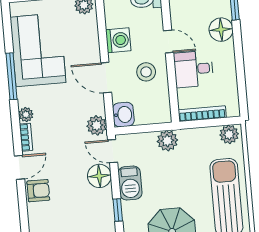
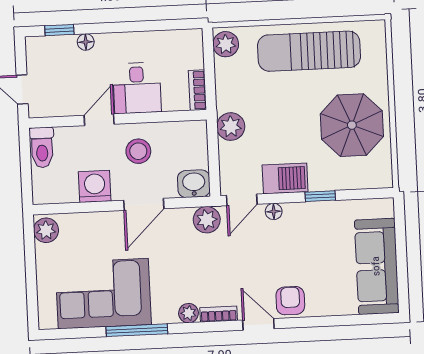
floor lamp: (221, 30) -> (86, 42), width x0.53, depth x0.53
bookcase: (202, 114) -> (197, 90), width x0.64
floor lamp: (99, 176) -> (274, 211), width x0.53, depth x0.53

